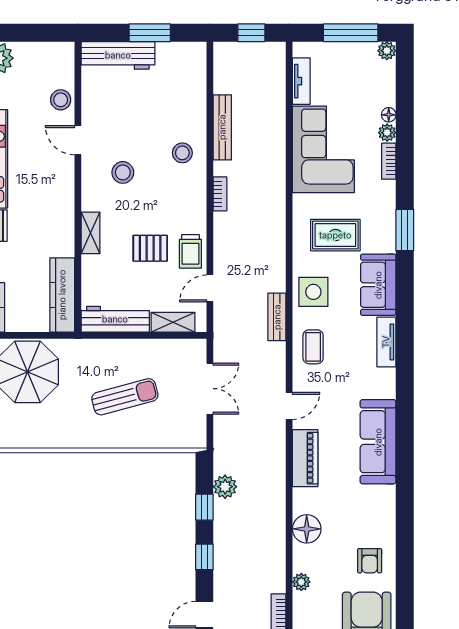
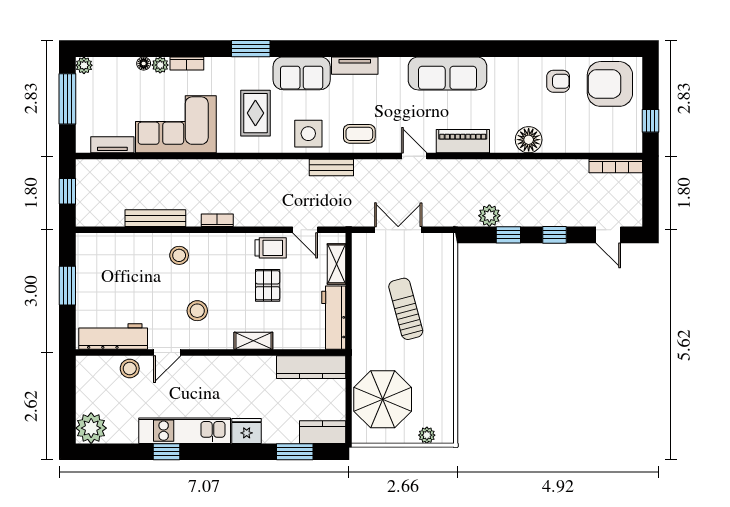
workbench: (118, 55) -> (113, 337), moved, turned -90
plant: (301, 582) -> (578, 145), removed

